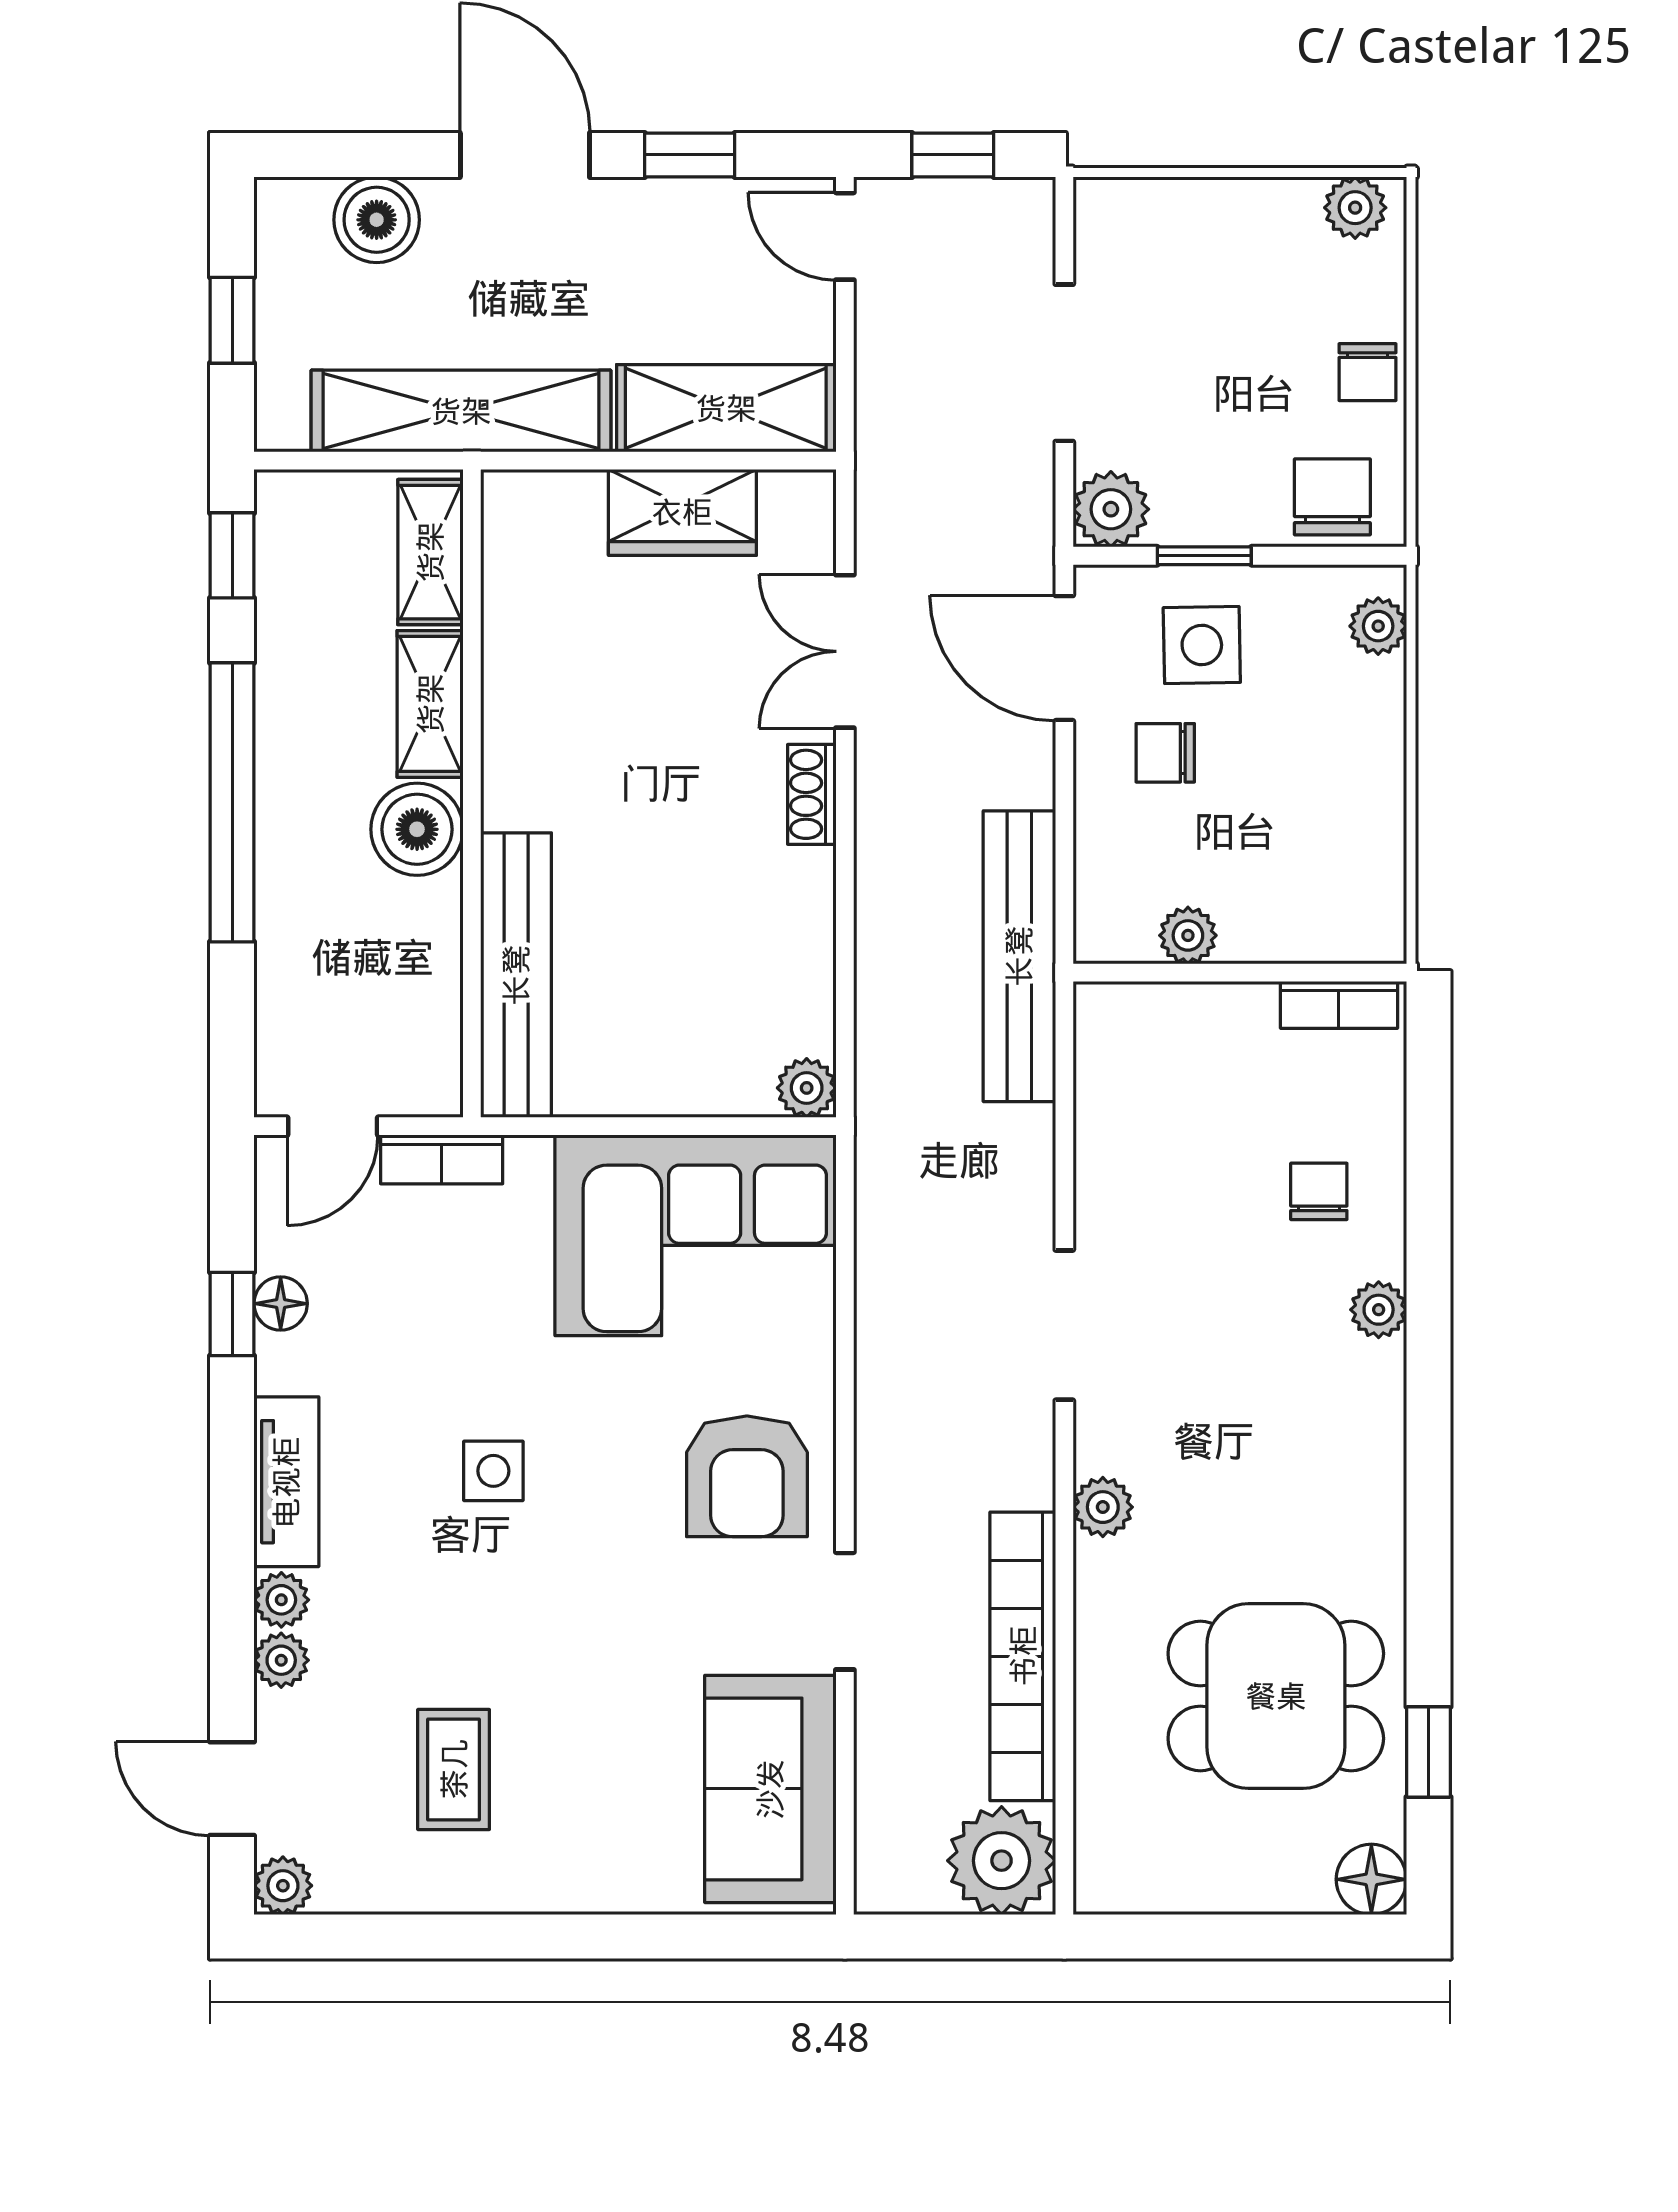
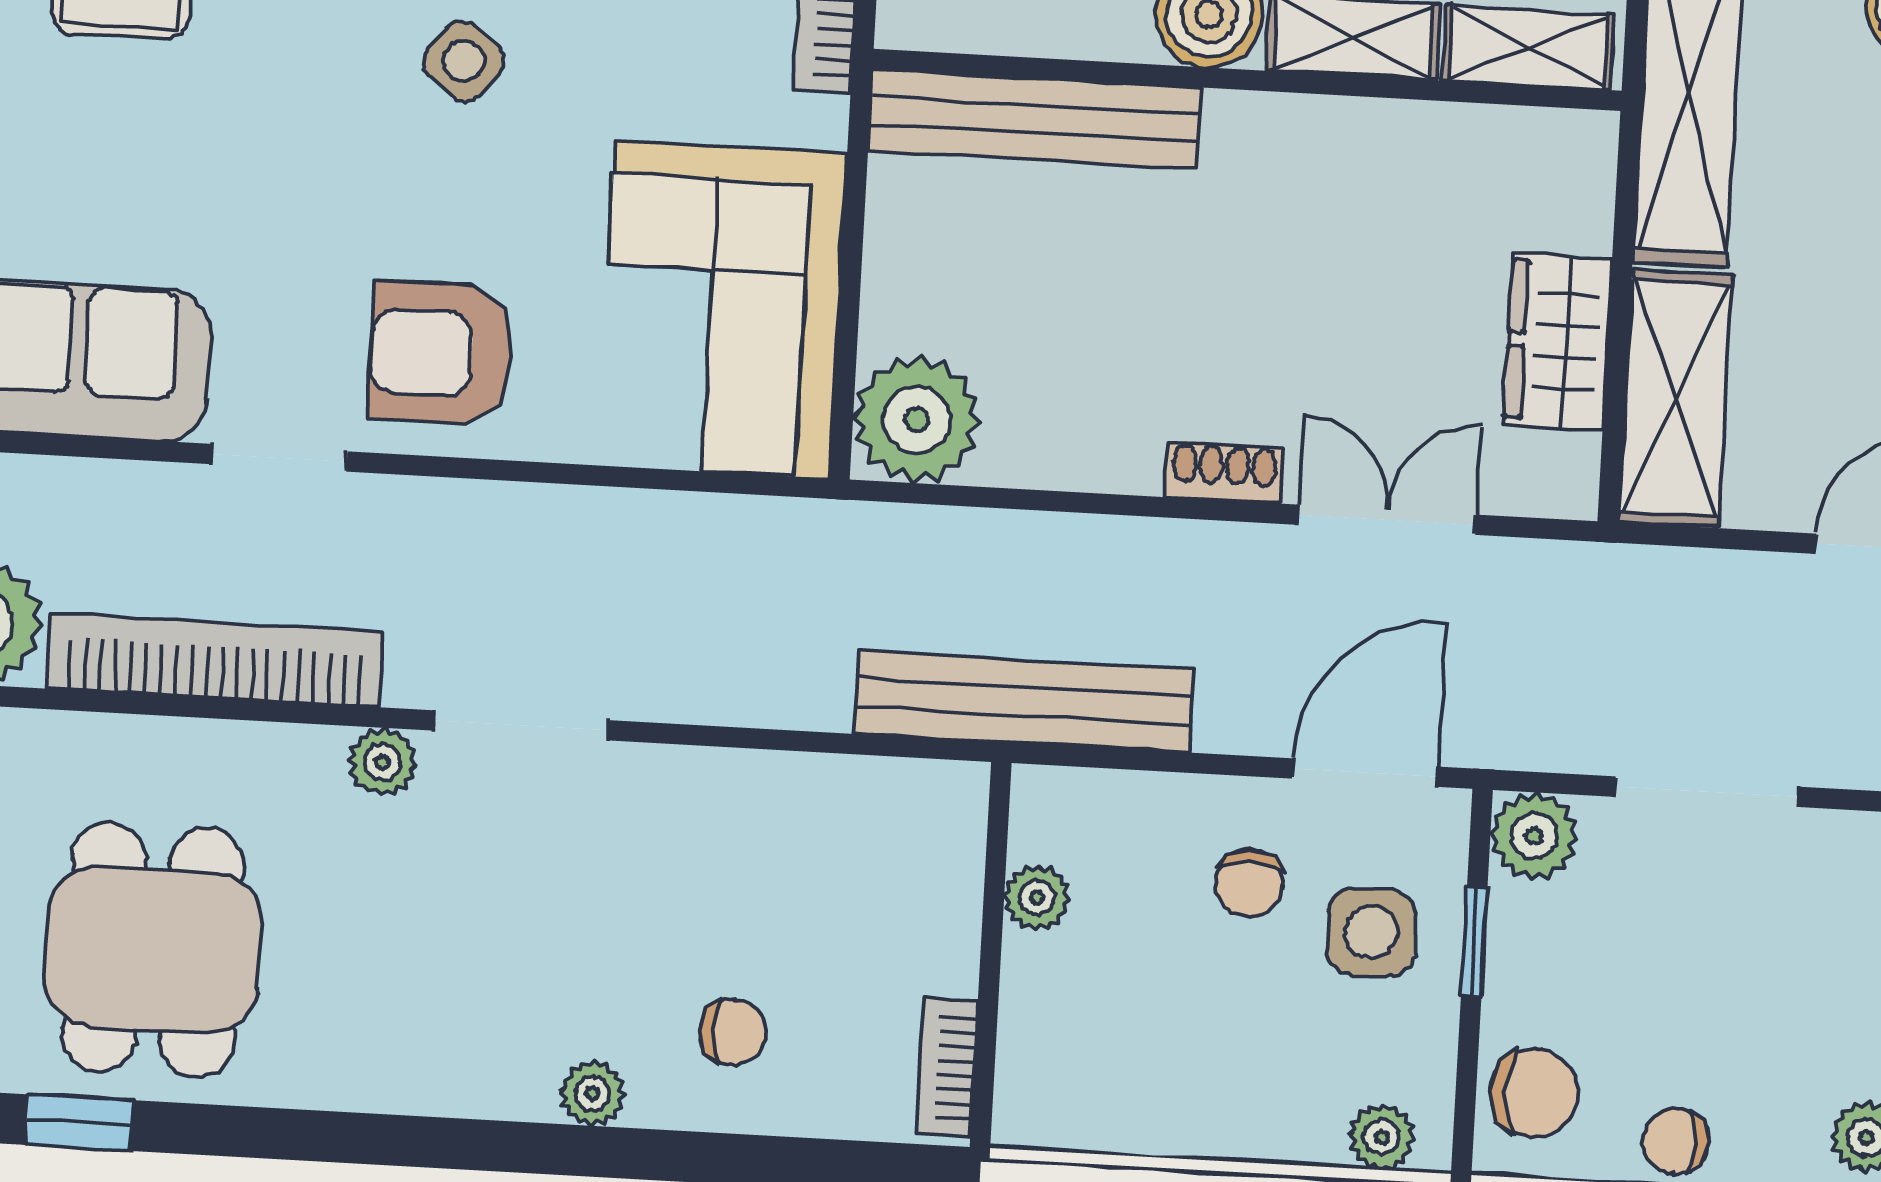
chair: (1165, 753) -> (1249, 883), turned 180
plant: (807, 1088) -> (917, 419), width x1.88, depth x1.88
doorway: (1064, 1325) -> (521, 725), moved
side table: (493, 1471) -> (464, 61), turned 37

